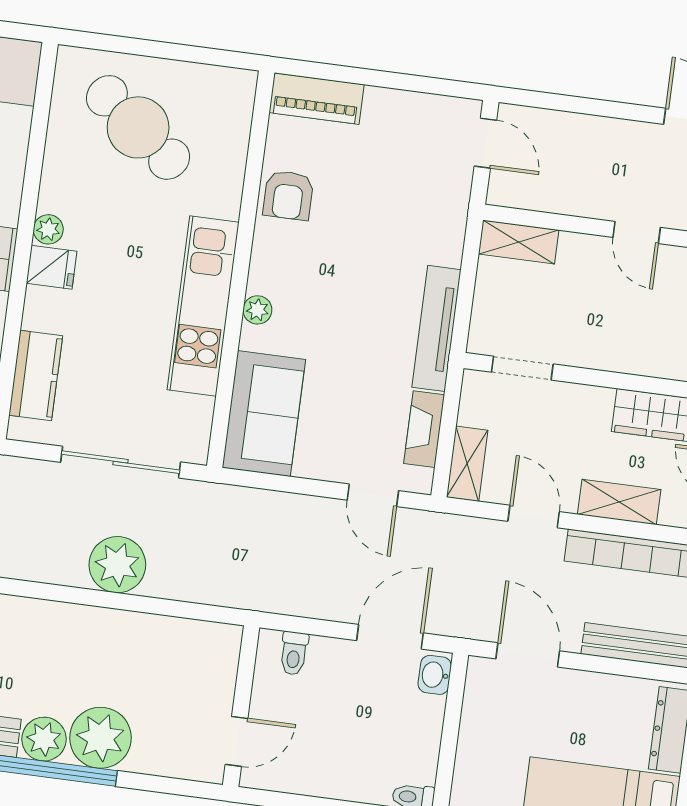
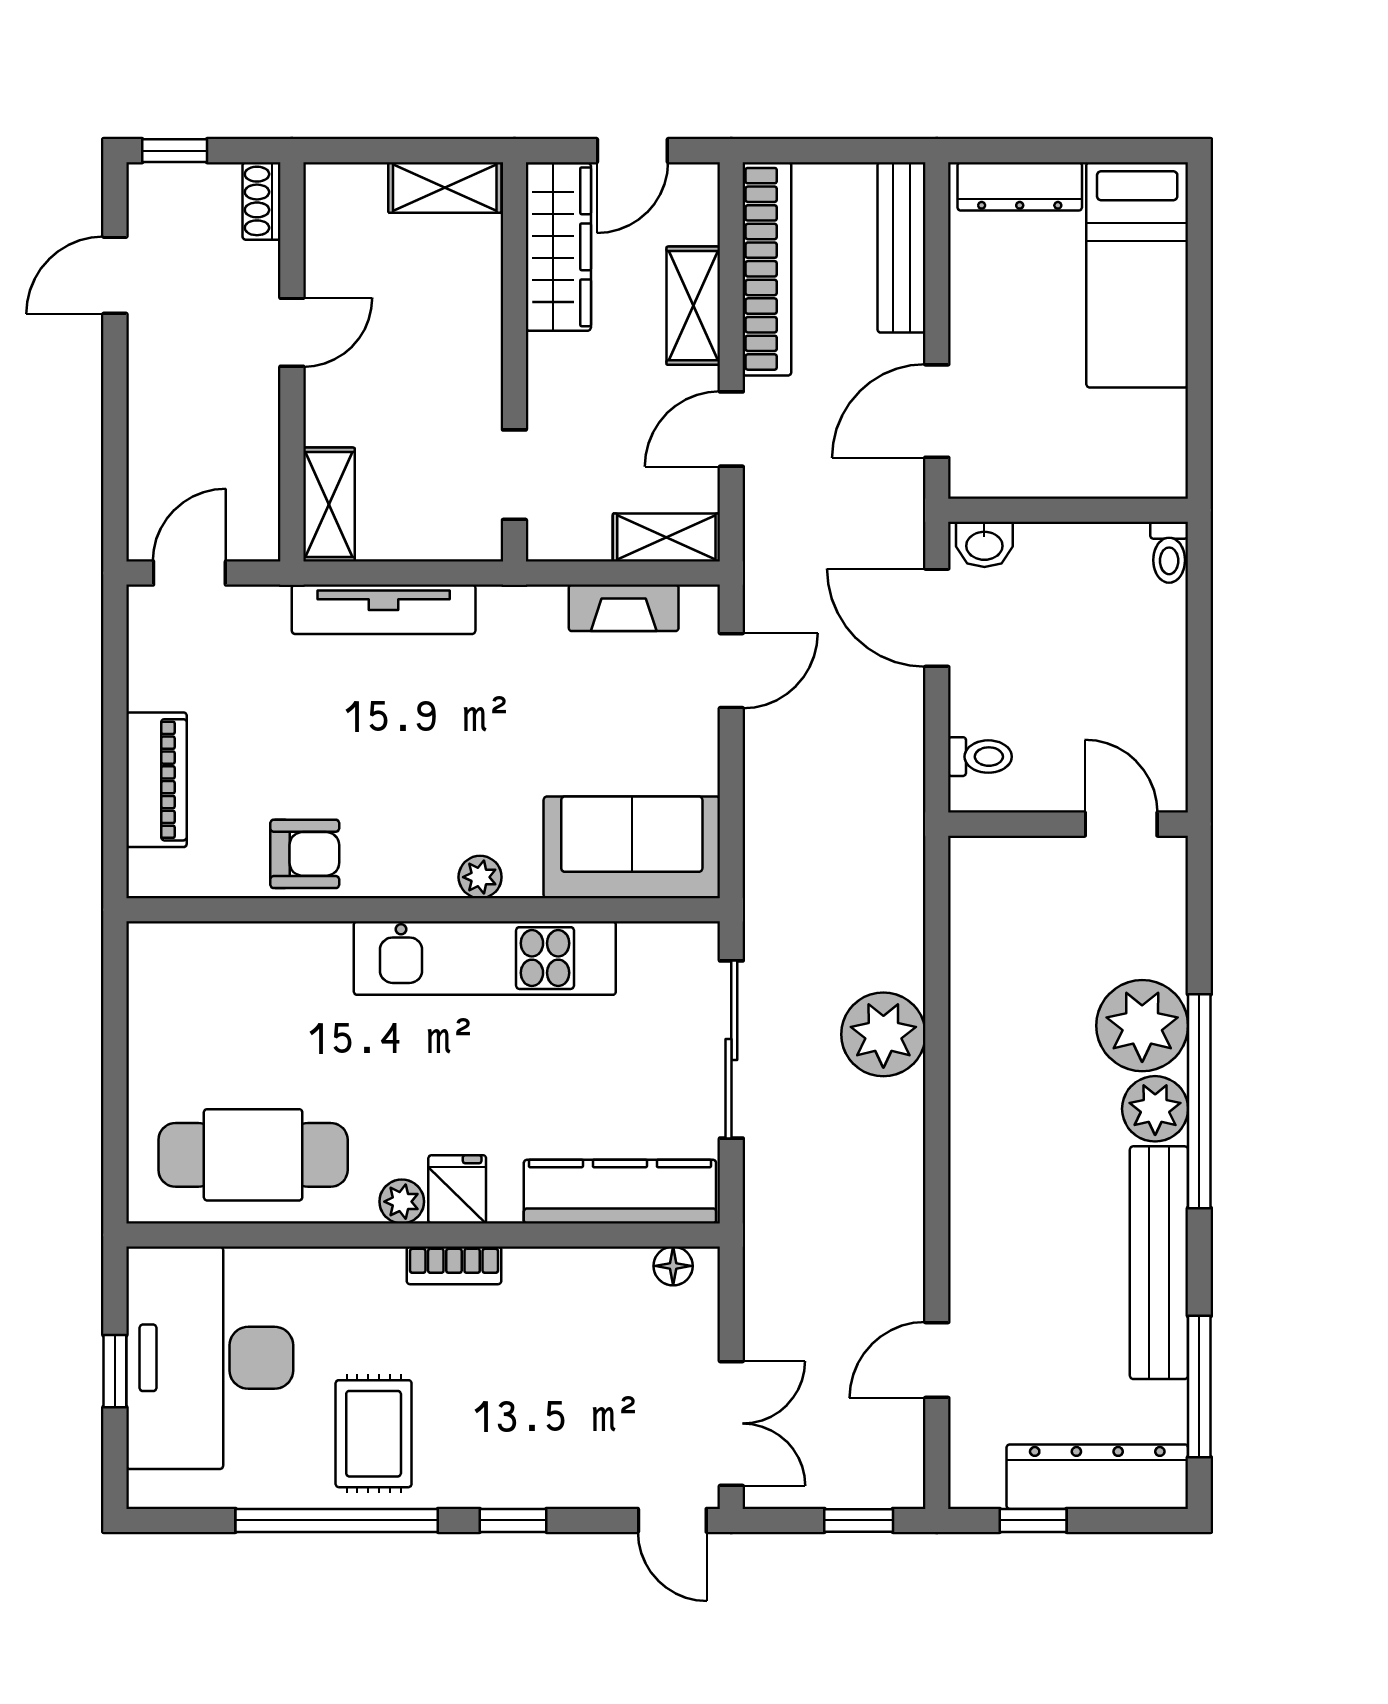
piano: (317, 99) -> (156, 780), moved
cafe table: (138, 127) -> (253, 1155), moved, turned 52
tv unit: (436, 328) -> (384, 609), moved
kitchen counter: (36, 375) -> (620, 1192), width x1.50

